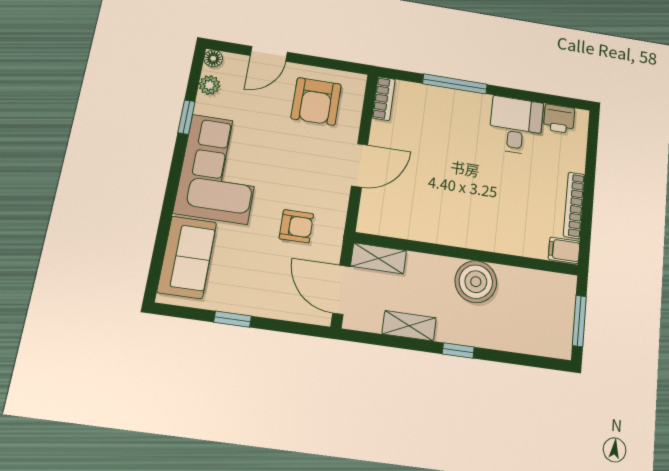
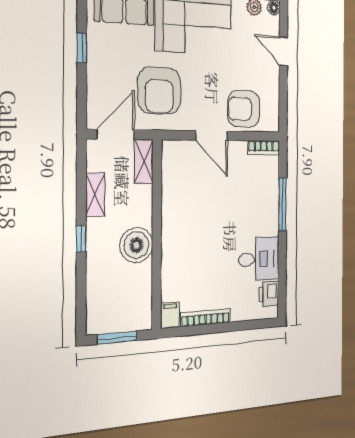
armchair: (316, 101) -> (244, 109), moved
armchair: (296, 226) -> (159, 91), width x1.88, depth x1.88

